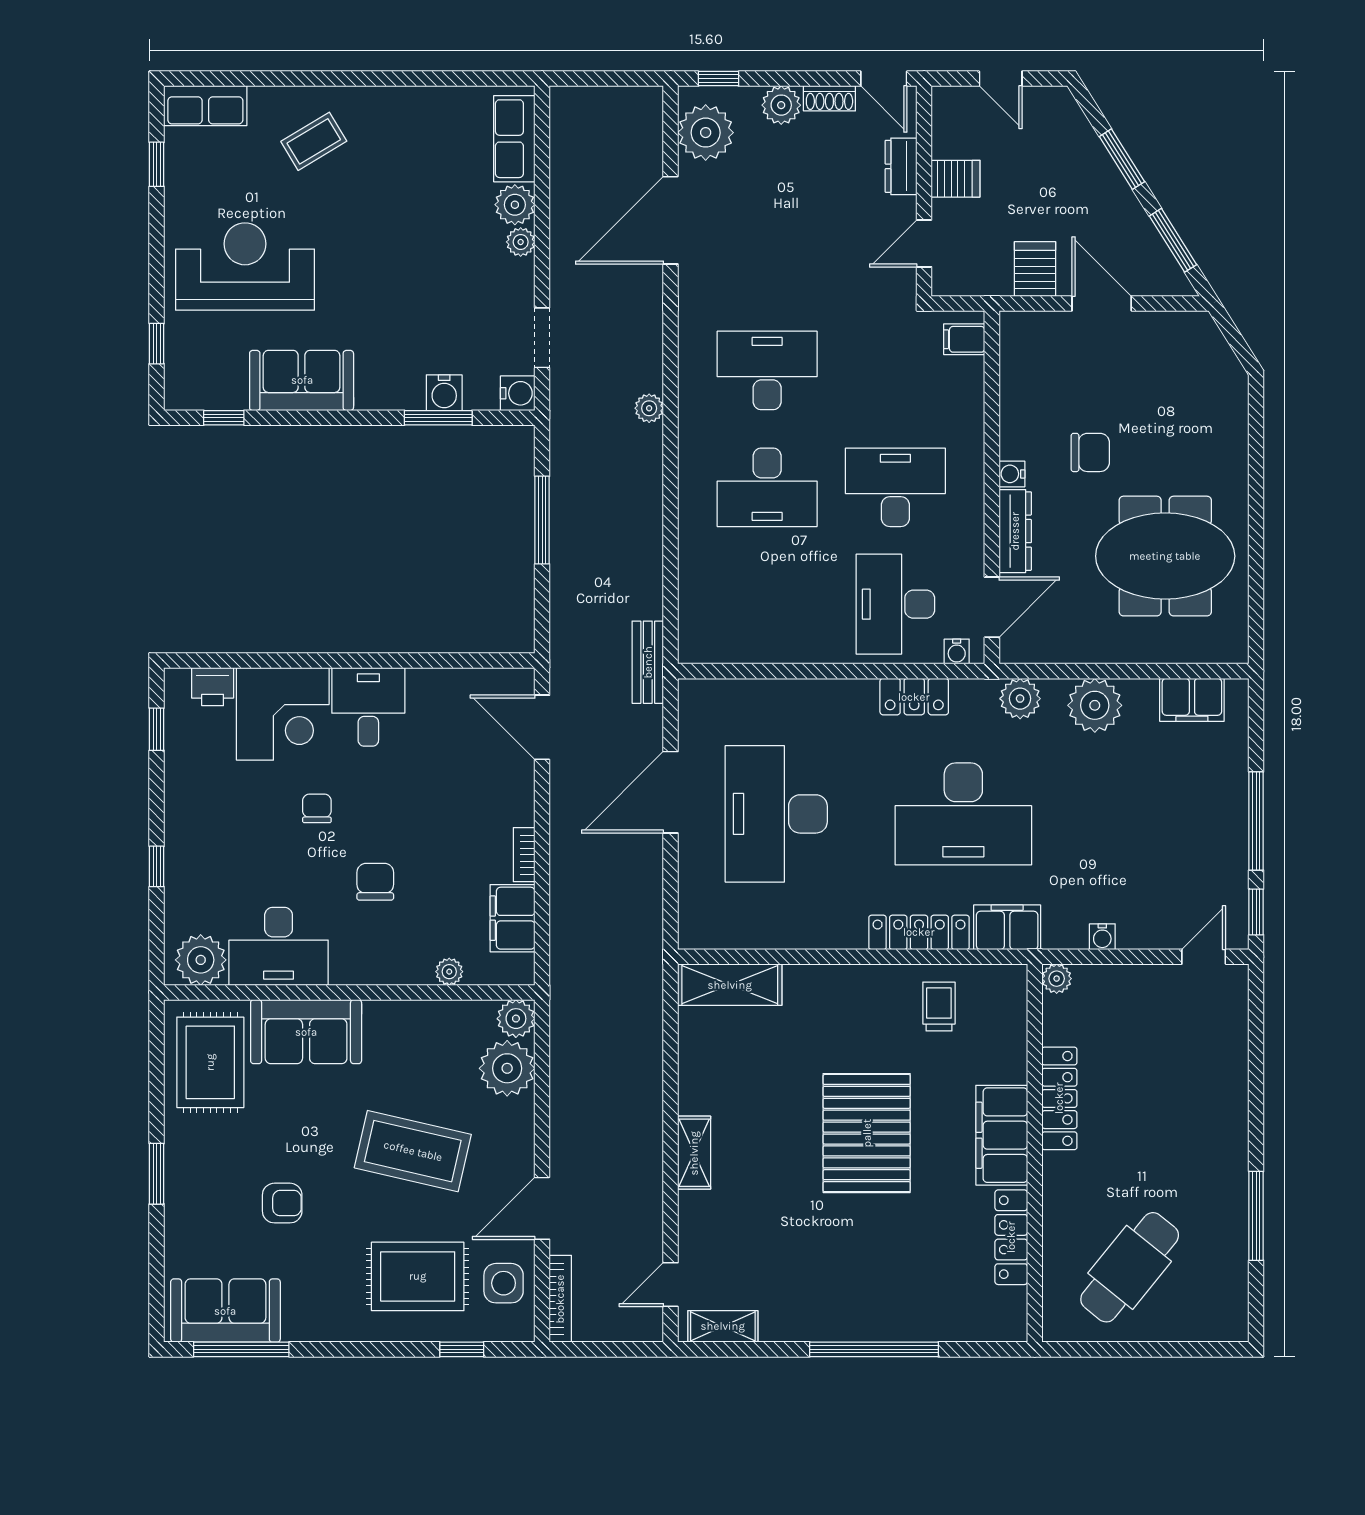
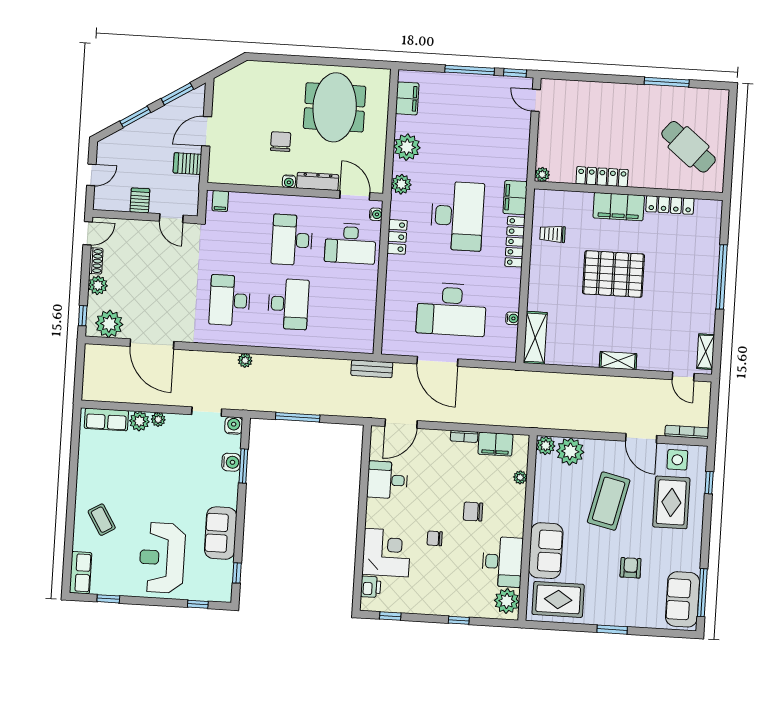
dresser: (901, 166) -> (132, 227), removed
desk: (368, 707) -> (387, 480), moved
water cooler: (1102, 937) -> (512, 318), moved

